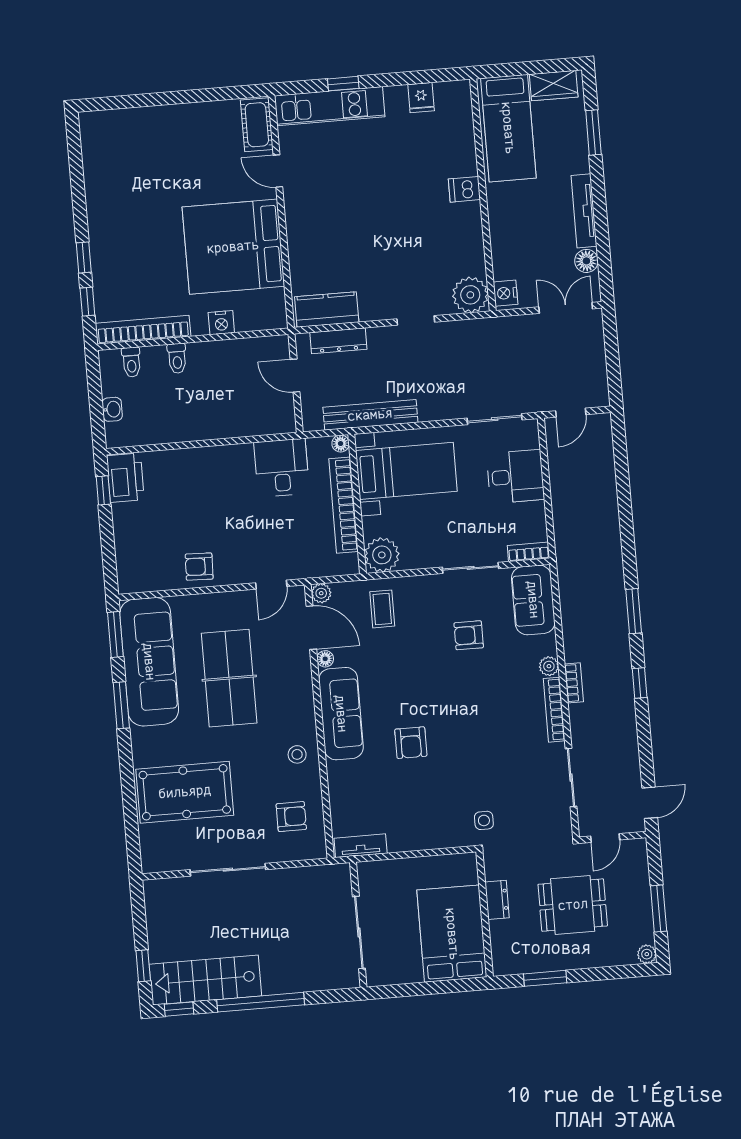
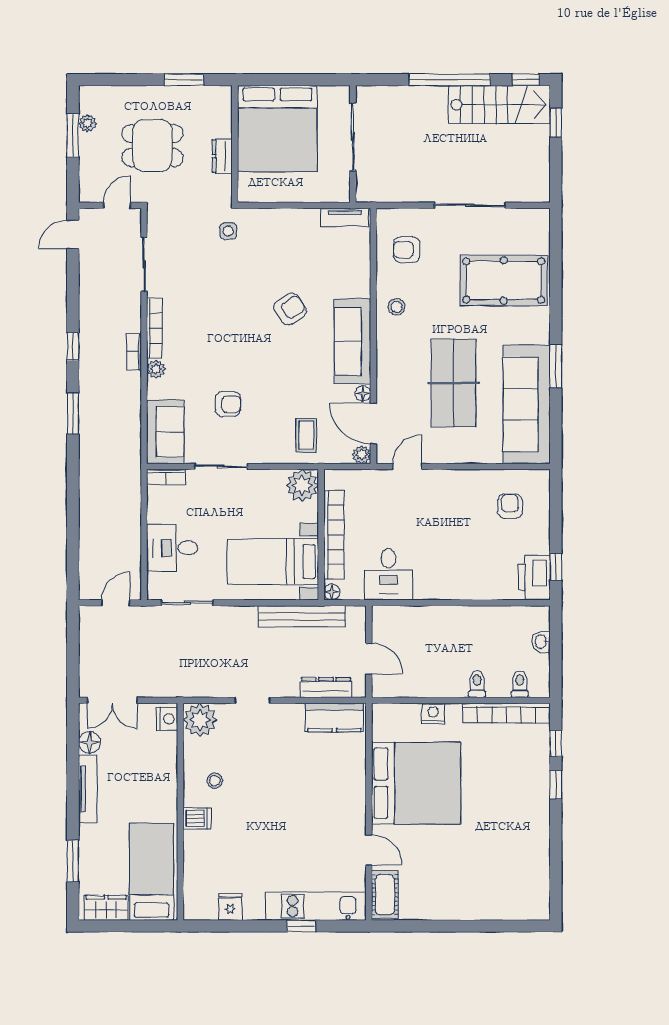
stool: (449, 231) -> (215, 781), added
armchair: (199, 567) -> (510, 506), moved, turned -92
window: (115, 635) -> (556, 432), removed
armchair: (411, 743) -> (290, 309), turned 58
bed: (452, 934) -> (277, 129), width x1.36
plant: (647, 954) -> (87, 123), moved

